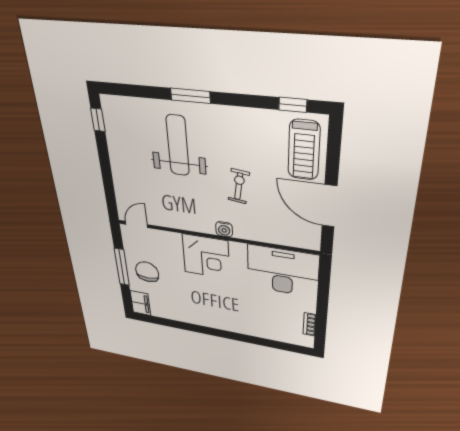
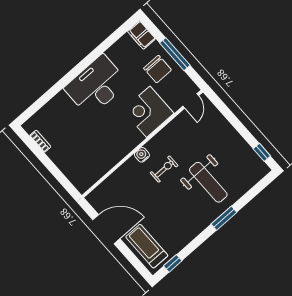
exercise bike: (239, 186) -> (164, 169), moved, turned -97
corner desk: (206, 257) -> (148, 112), moved
desk: (283, 271) -> (96, 86), moved, turned 180

